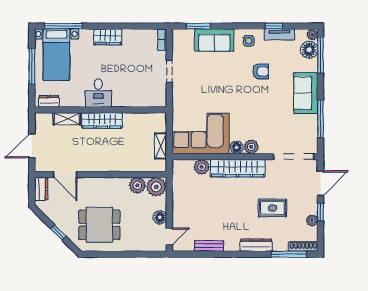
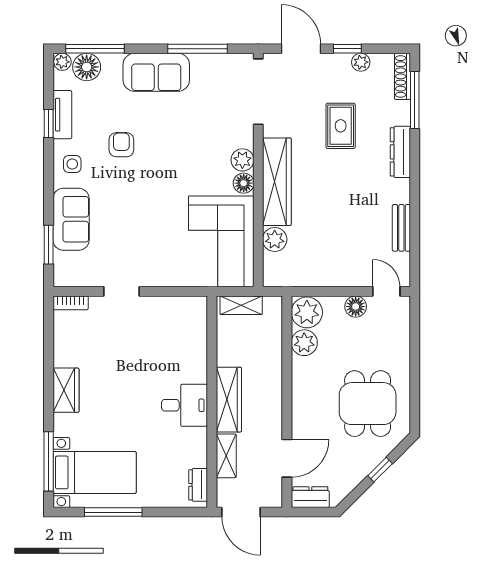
desk: (98, 93) -> (185, 405), moved
dresser: (49, 101) -> (198, 485), moved
wall: (101, 110) -> (212, 402), moved
shelving: (67, 119) -> (226, 456), moved
wardrobe: (102, 120) -> (229, 400), moved

